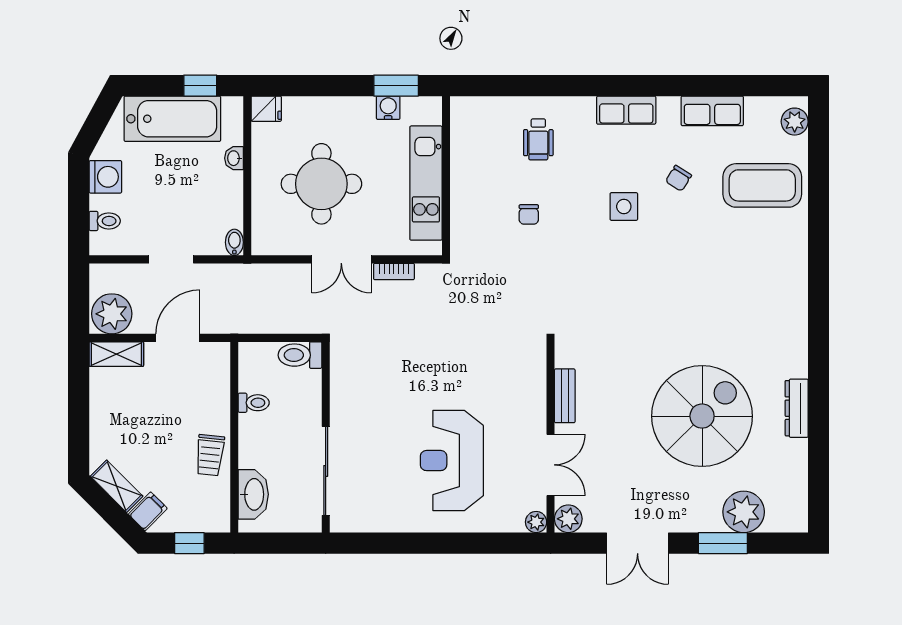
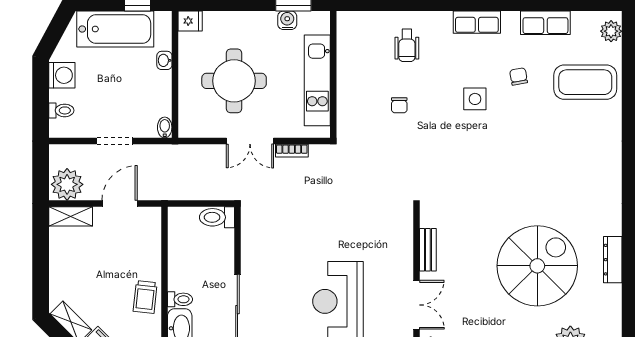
chair: (679, 178) -> (519, 76), turned 138
toilet: (254, 403) -> (180, 299), moved

